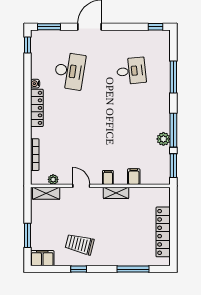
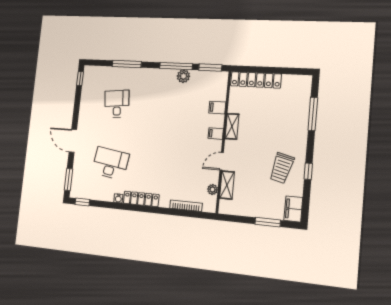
shelving: (46, 193) -> (227, 185), moved
locker: (163, 232) -> (256, 80), moved

